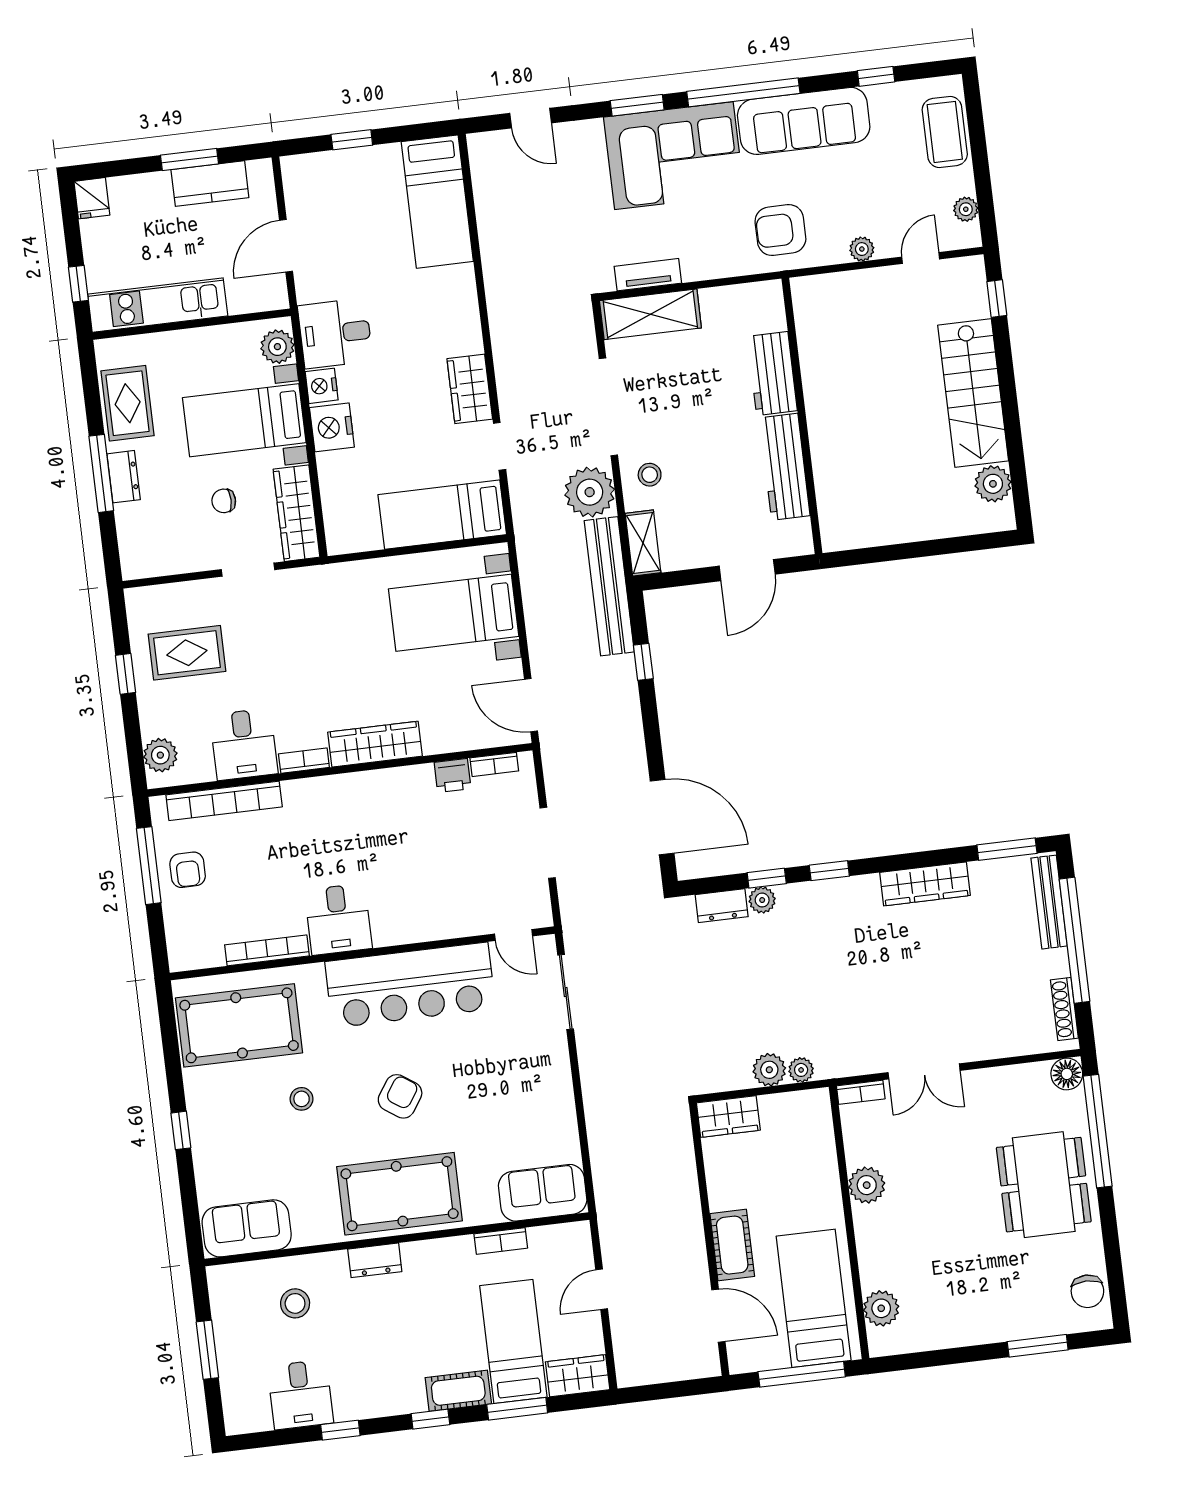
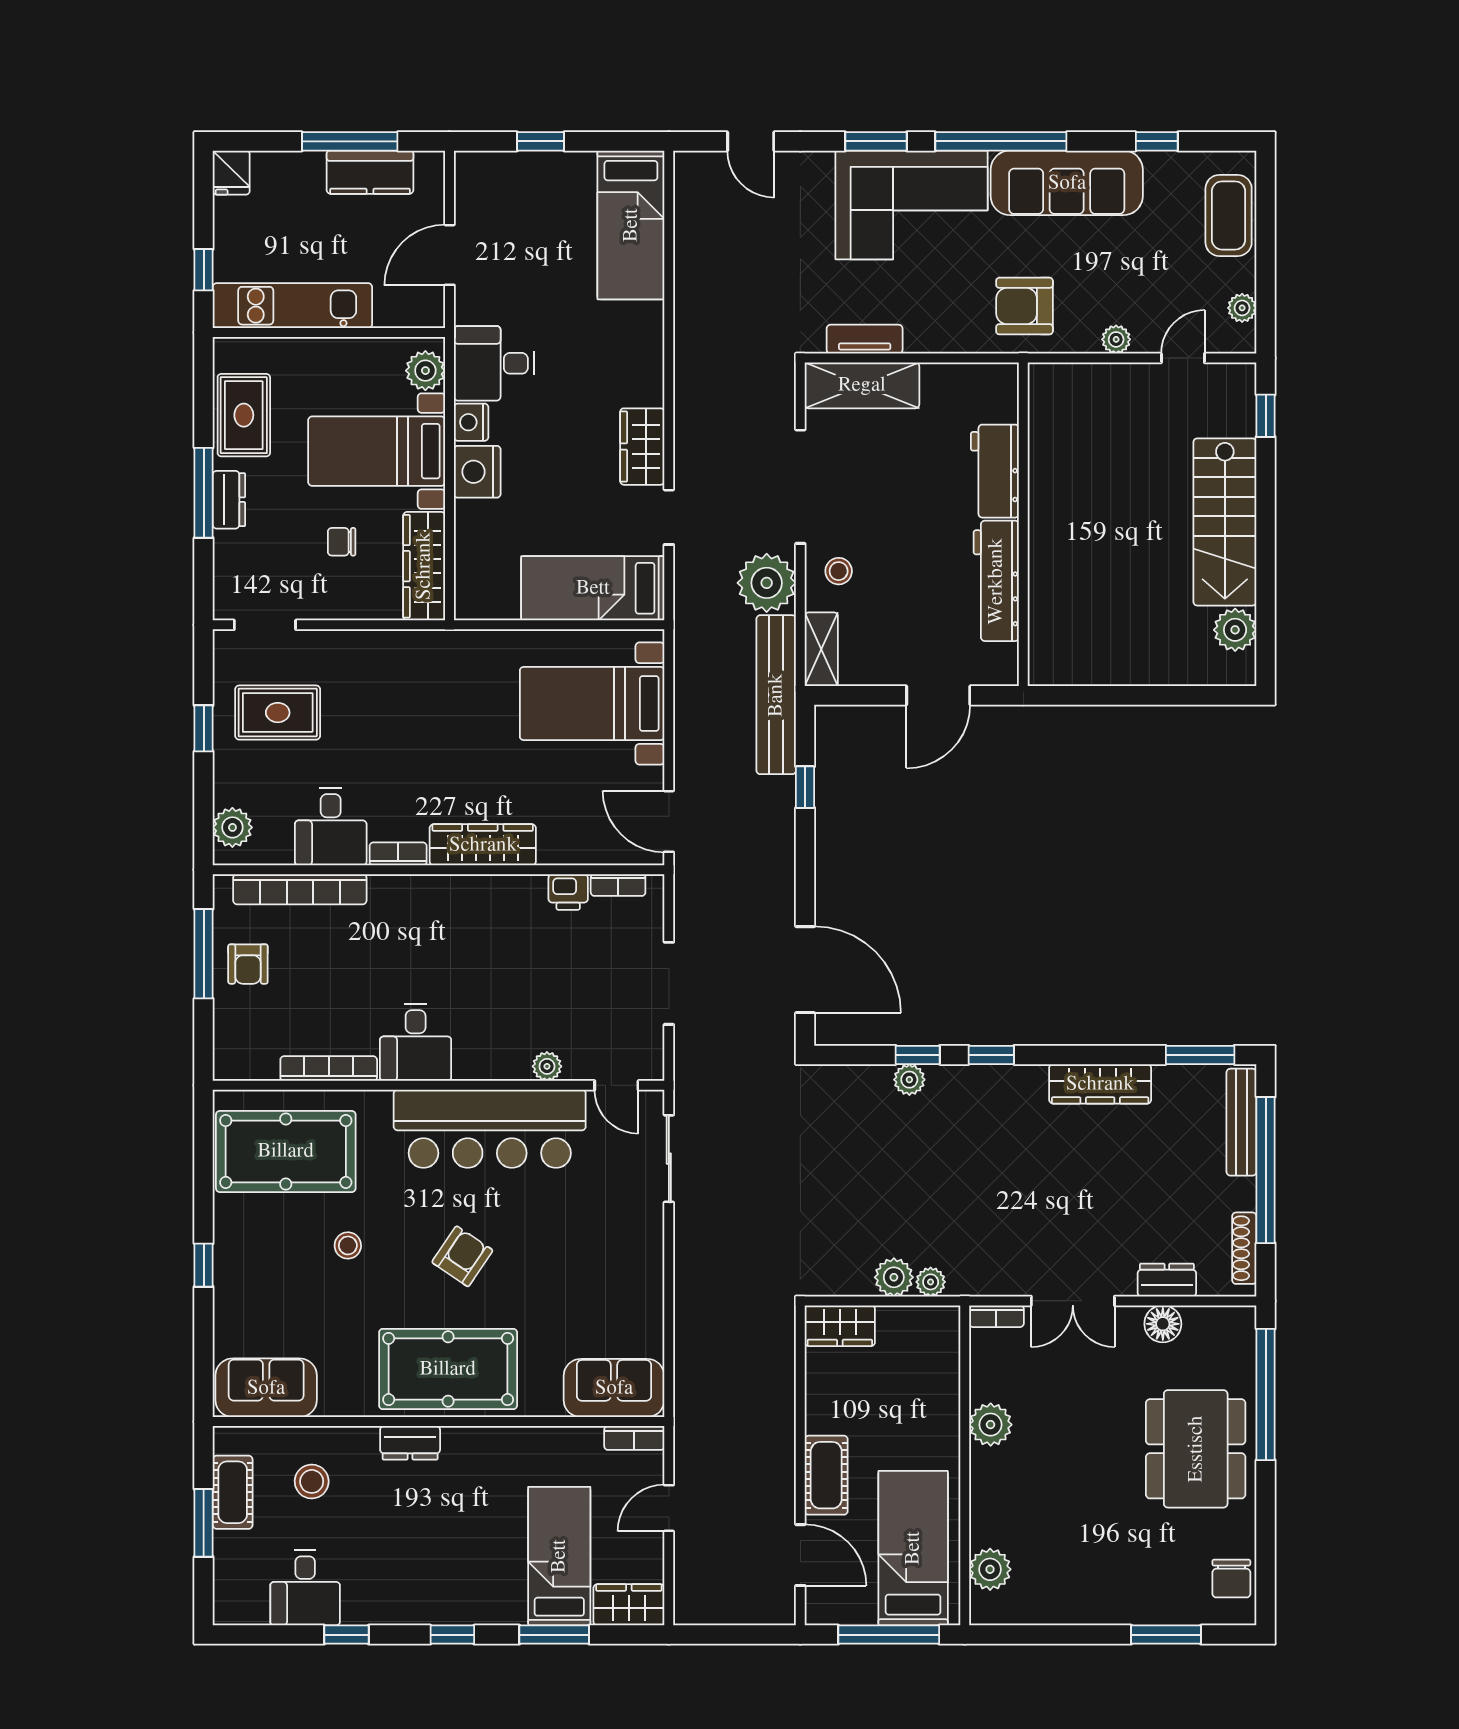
window: (189, 159) -> (350, 141), width x1.44
doorway: (248, 570) -> (265, 625), moved
dresser: (722, 906) -> (1167, 1280), moved, turned 180
plant: (453, 926) -> (547, 1066), added
floor lamp: (1067, 1074) -> (1163, 1324), moved
bookcase: (501, 1241) -> (634, 1438), moved
cot: (458, 1391) -> (233, 1492), moved, turned 90

